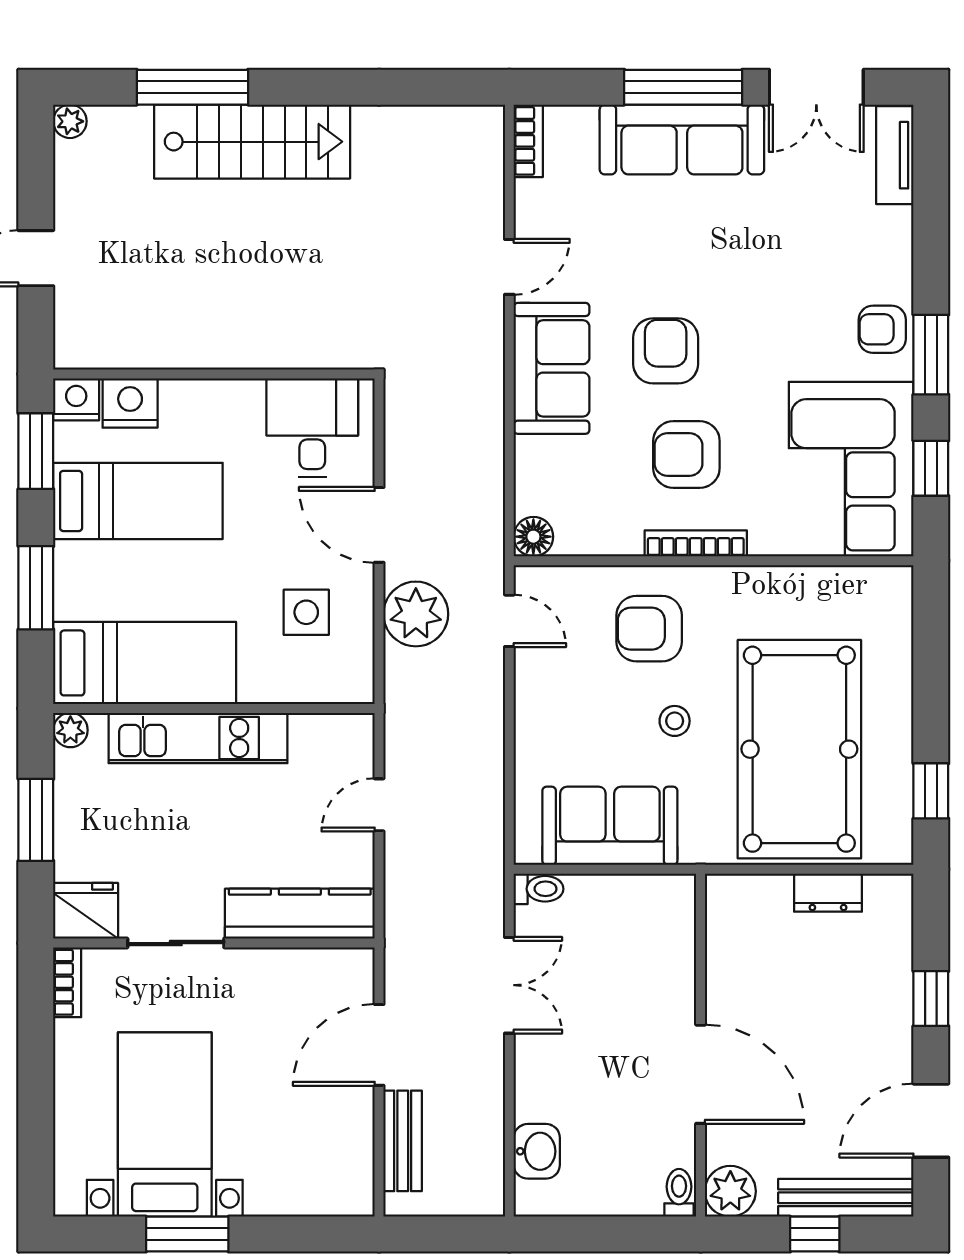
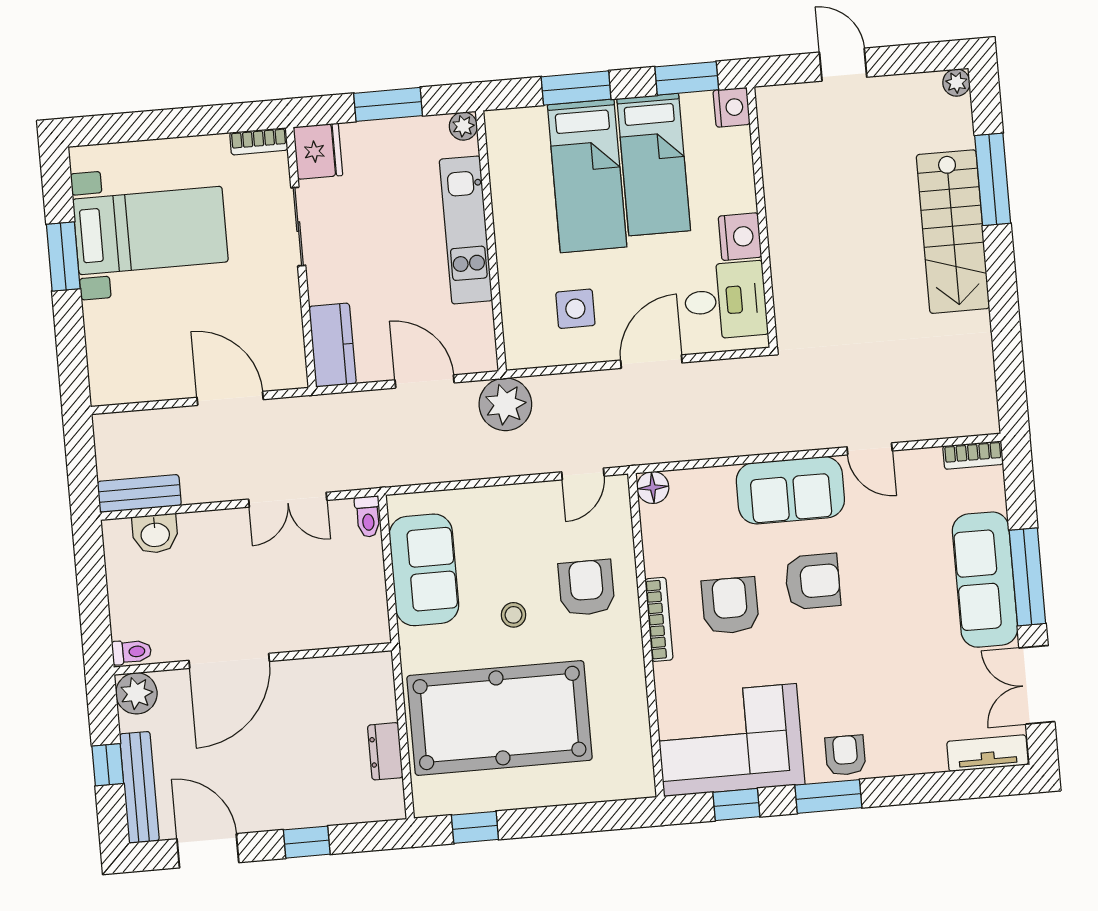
nightstand: (130, 403) -> (740, 237), moved
plant: (416, 614) -> (505, 404), moved
bed: (145, 663) -> (587, 176), moved
door: (379, 805) -> (425, 381), width x1.38
kitchen counter: (300, 914) -> (333, 345), width x0.67
bench: (403, 1141) -> (139, 494), moved

